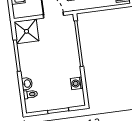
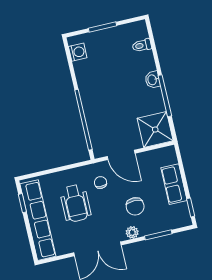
washing machine: (77, 83) -> (78, 52), moved
washbasin: (27, 84) -> (152, 80), moved

